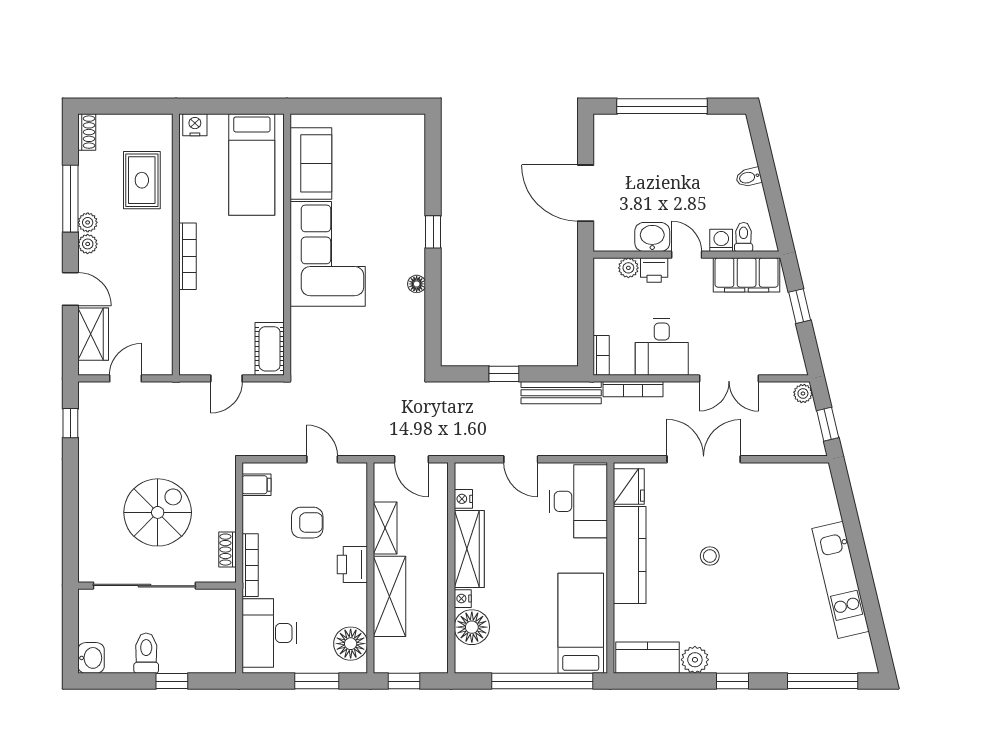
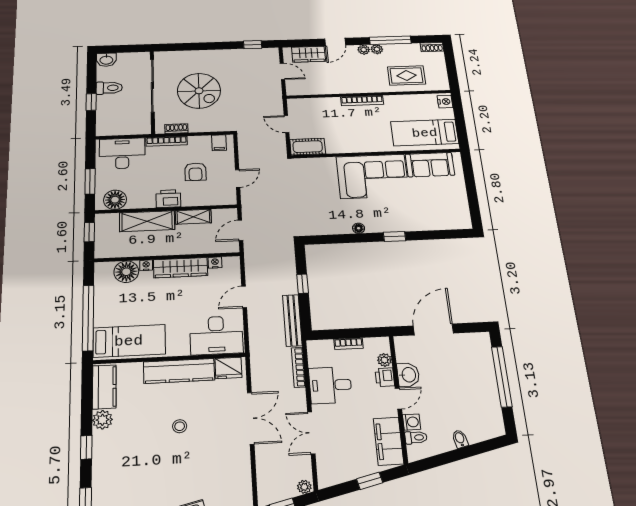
bookcase: (601, 355) -> (348, 344), moved

